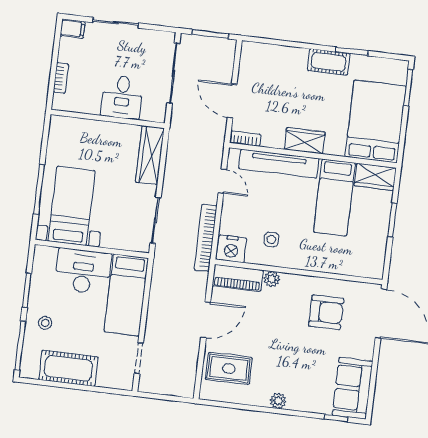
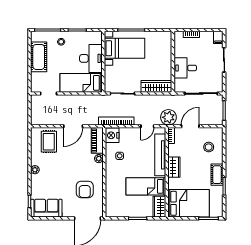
stool: (275, 71) -> (209, 147), added
plant: (210, 140) -> (168, 117), added
door: (206, 320) -> (73, 126), hinge flipped

